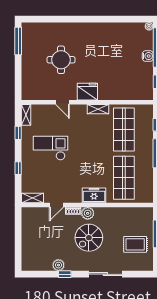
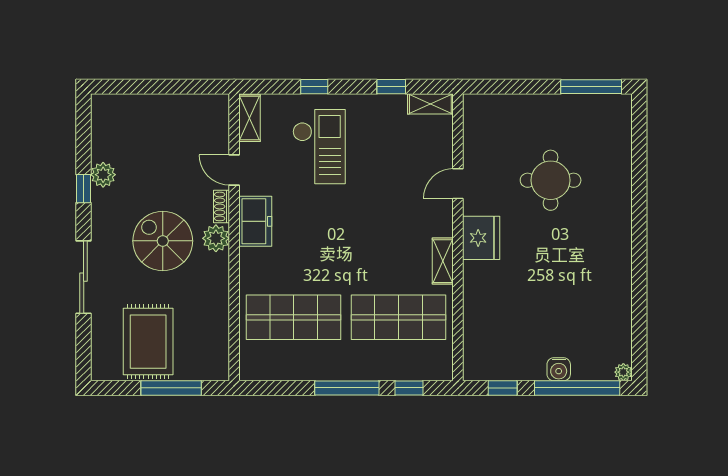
checkout: (51, 148) -> (319, 147), moved
freezer: (94, 195) -> (255, 221), moved
rug: (135, 244) -> (148, 342), width x1.36, depth x1.43

